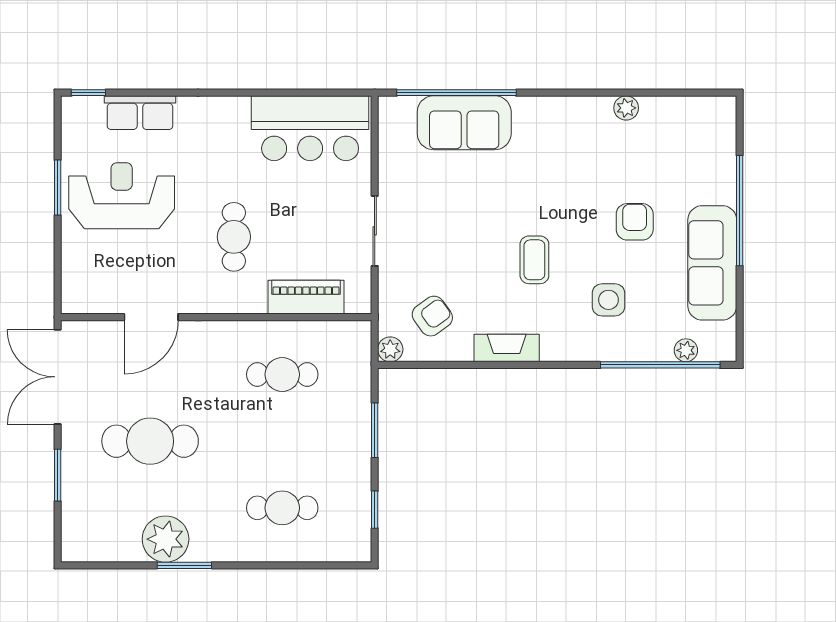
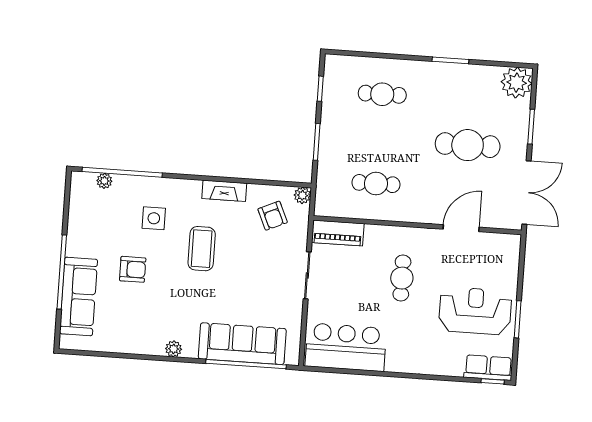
plant: (626, 108) -> (174, 349), moved
row of seats: (140, 113) -> (488, 368), moved
sofa: (464, 123) -> (242, 344), width x1.36
reception desk: (122, 196) -> (475, 311), turned 180
armchair: (635, 222) -> (133, 269), turned -90
coffee table: (534, 260) -> (202, 249), width x1.36, depth x1.30
sofa: (712, 263) -> (79, 296), moved
piano: (306, 297) -> (338, 233), moved
armchair: (432, 316) -> (273, 216), turned -78
plant: (166, 539) -> (517, 83), moved

